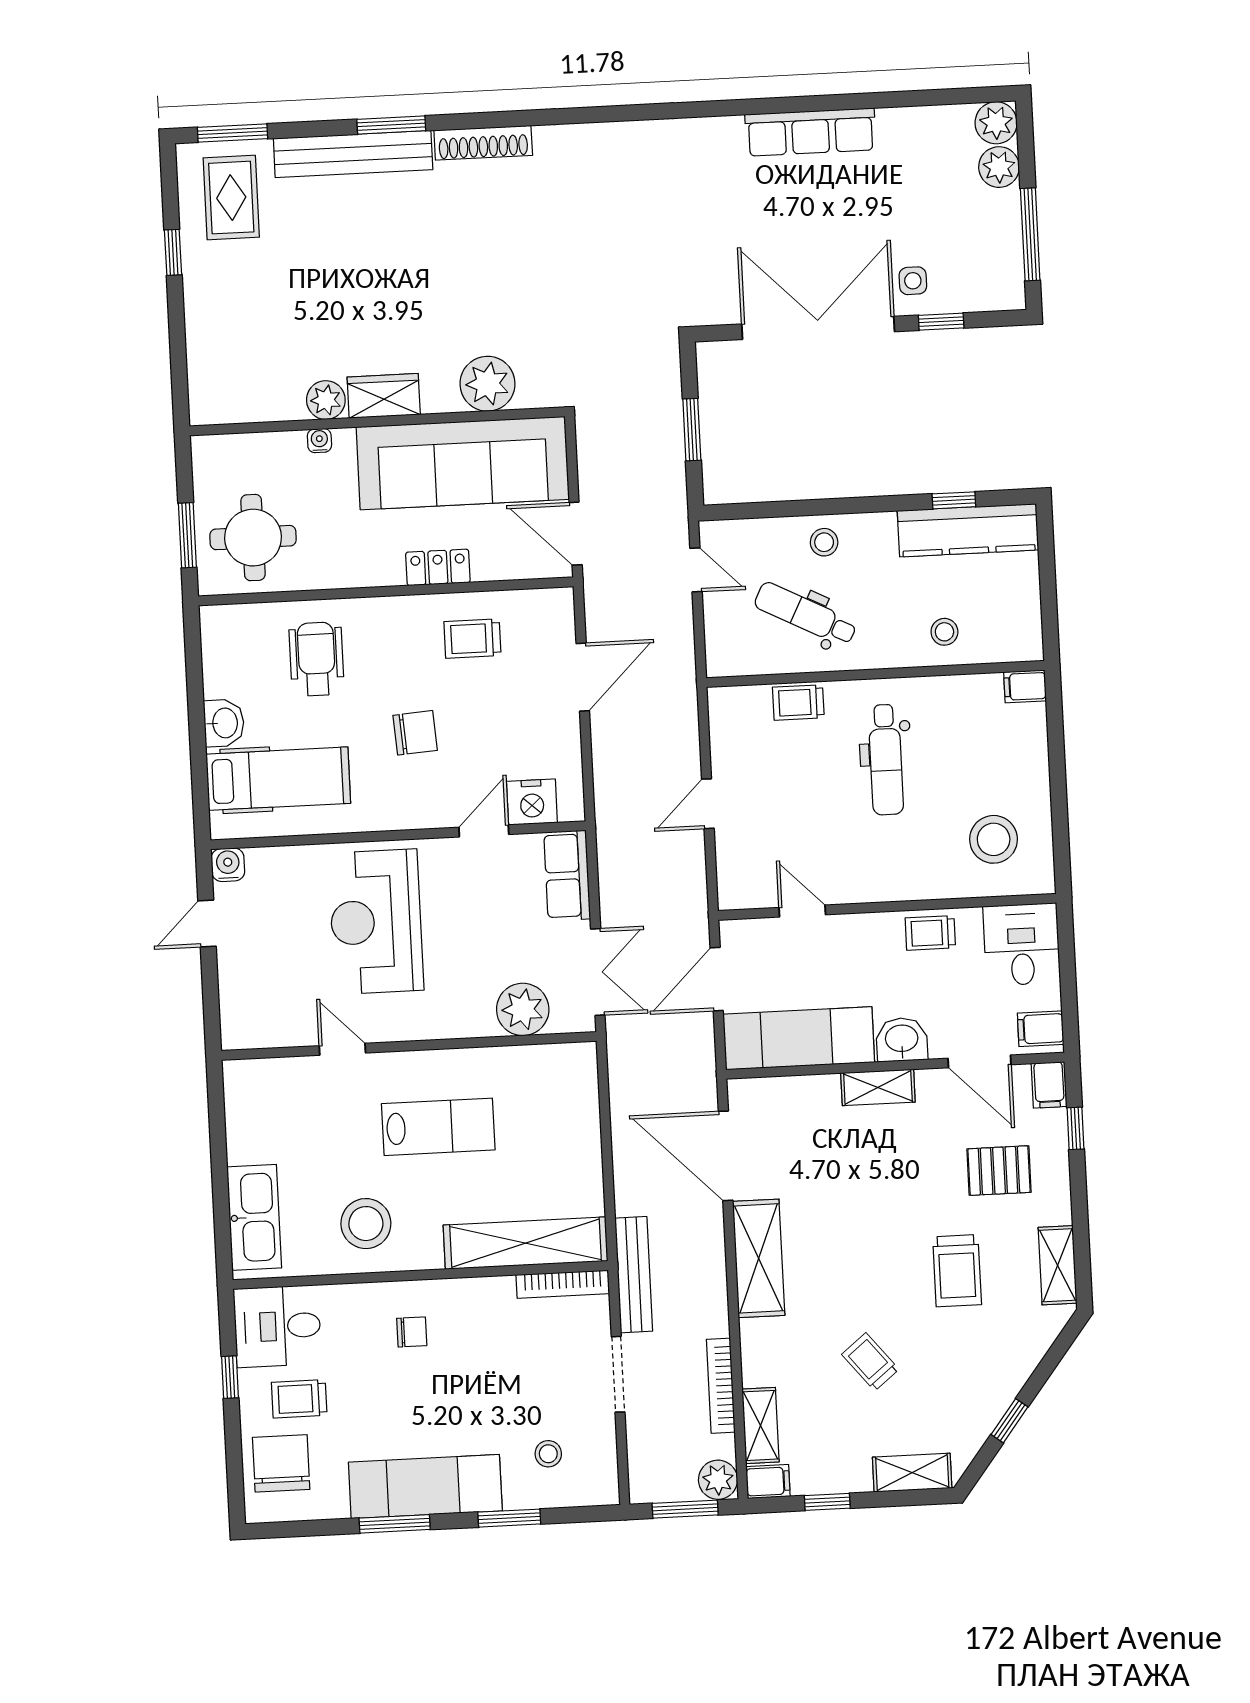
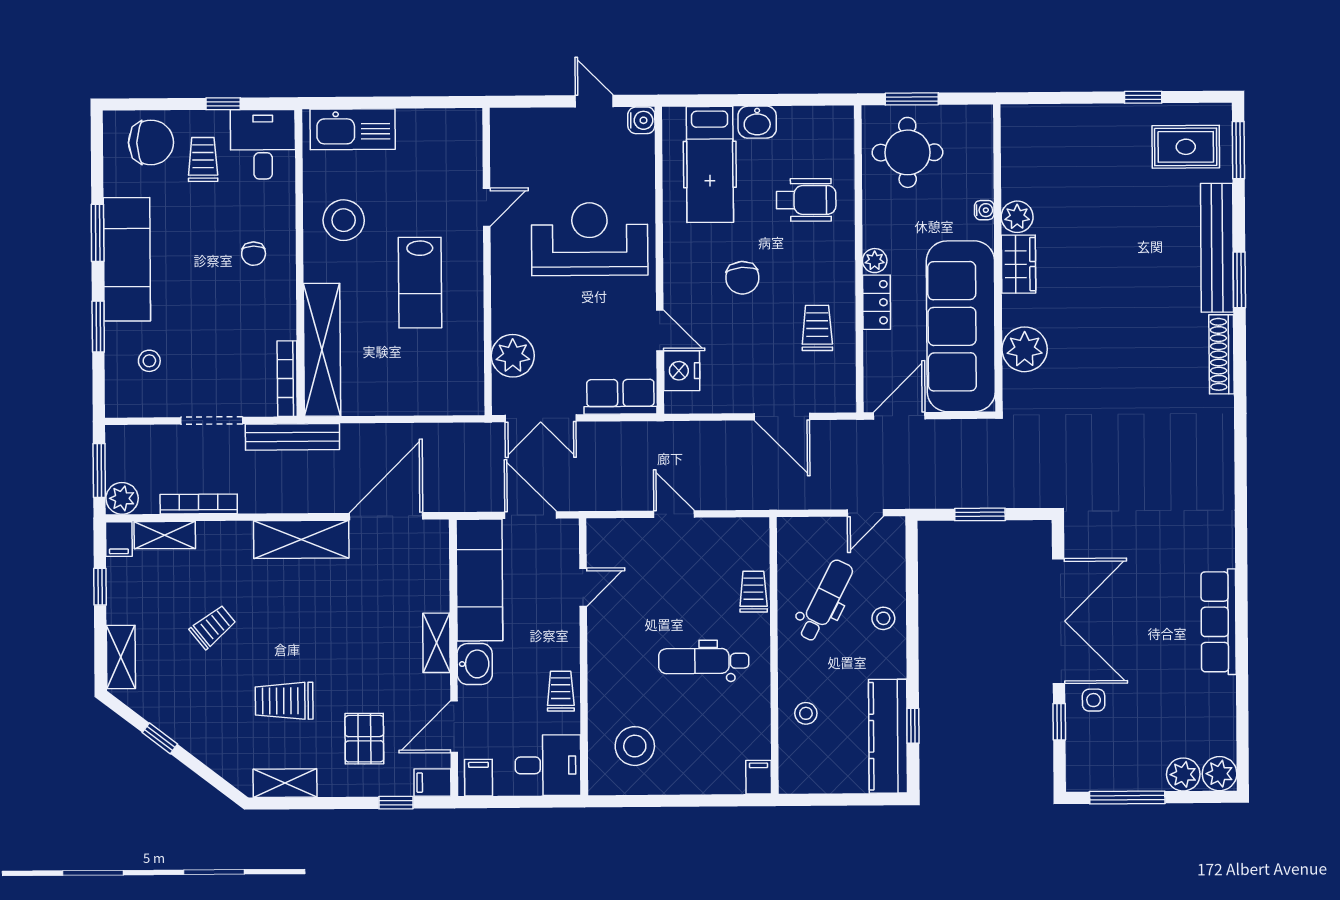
plant: (387, 572) -> (875, 261), added

